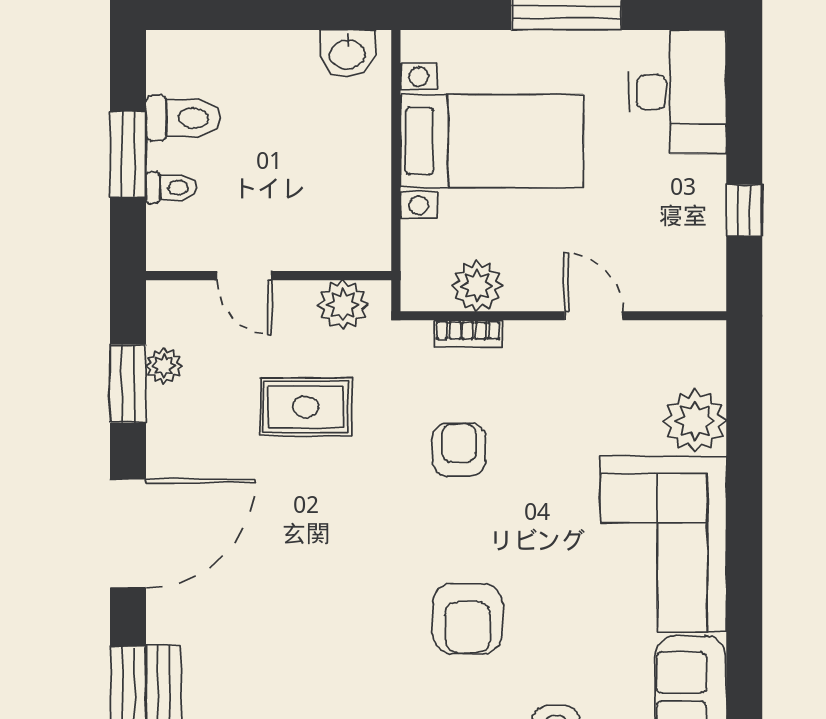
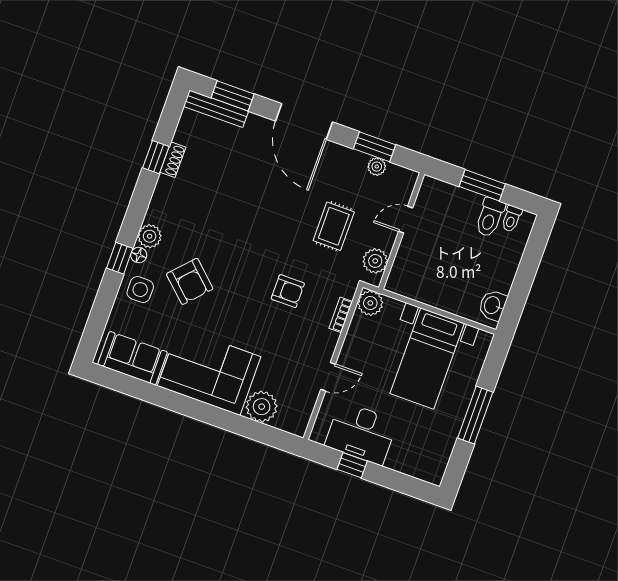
desk: (678, 92) -> (361, 433), moved
toilet: (171, 188) -> (511, 219), moved
plant: (477, 286) -> (370, 303), moved
armchair: (467, 619) -> (190, 281), moved, turned -137

